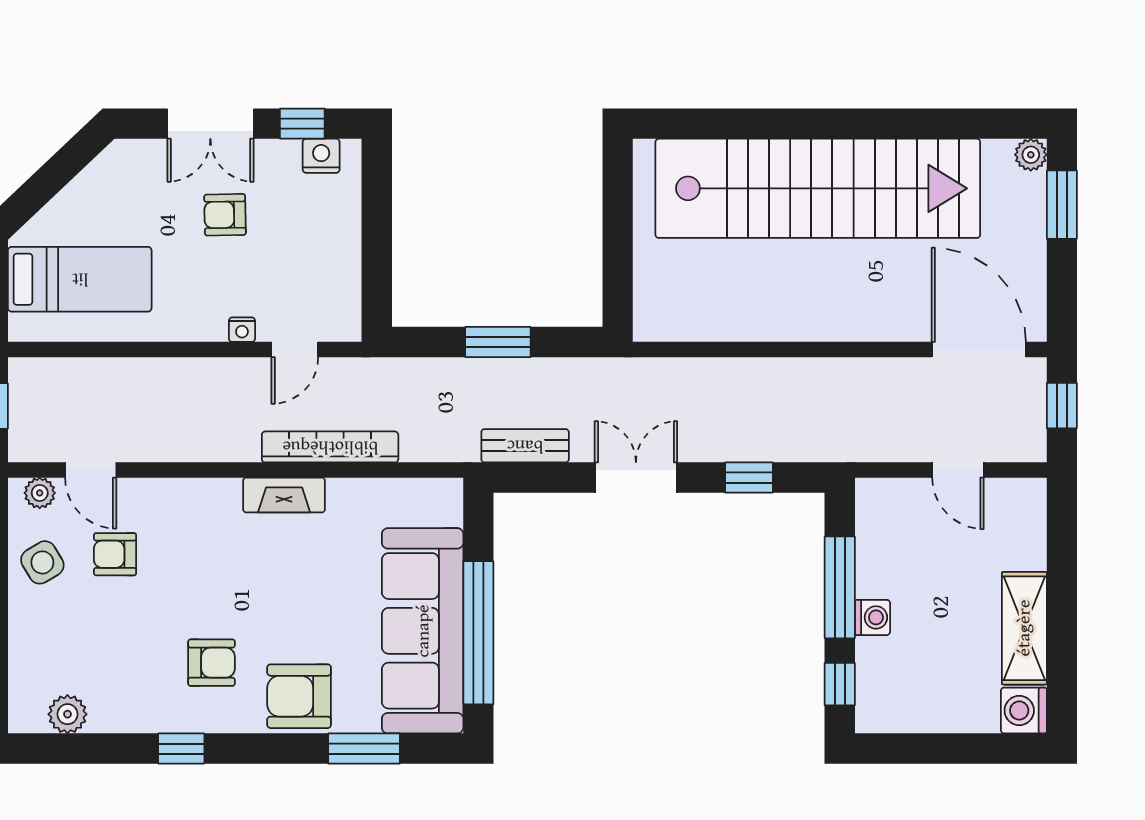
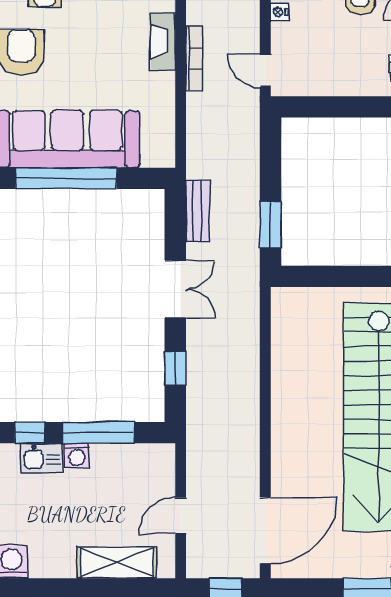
window: (498, 342) -> (271, 225), moved
door: (295, 350) -> (265, 71), moved
bookcase: (330, 447) -> (194, 58), width x0.68, depth x0.76
shelving: (1024, 628) -> (117, 562), moved
kitchen sink: (876, 667) -> (42, 458), added

